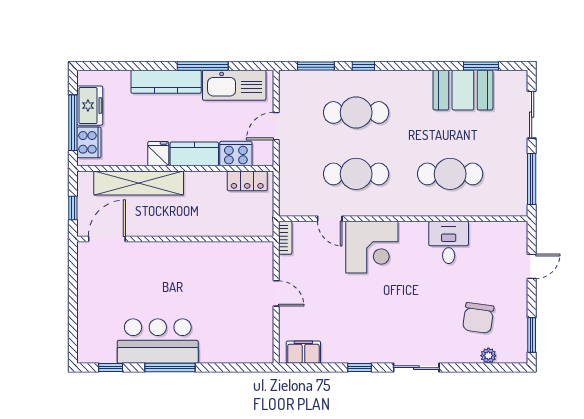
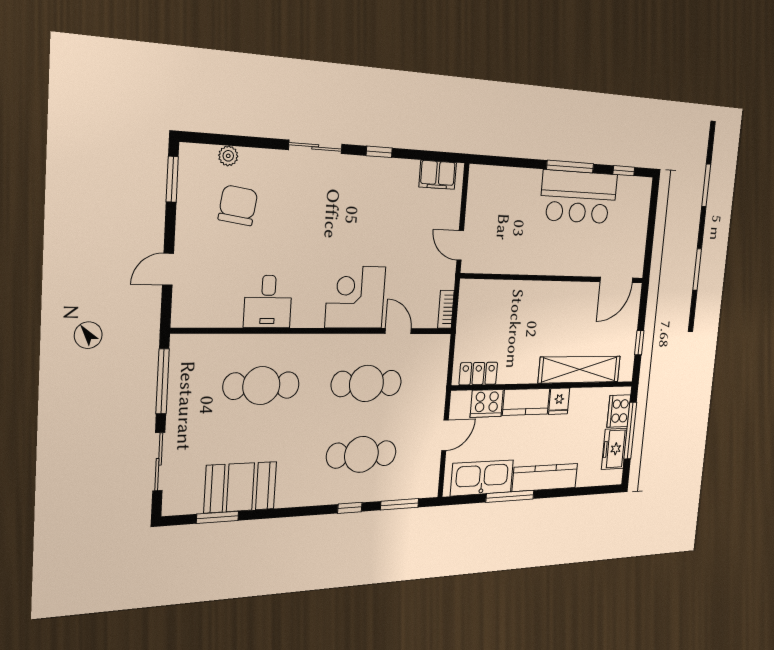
door: (107, 239) -> (616, 280), moved
wall: (175, 239) -> (555, 278), moved

